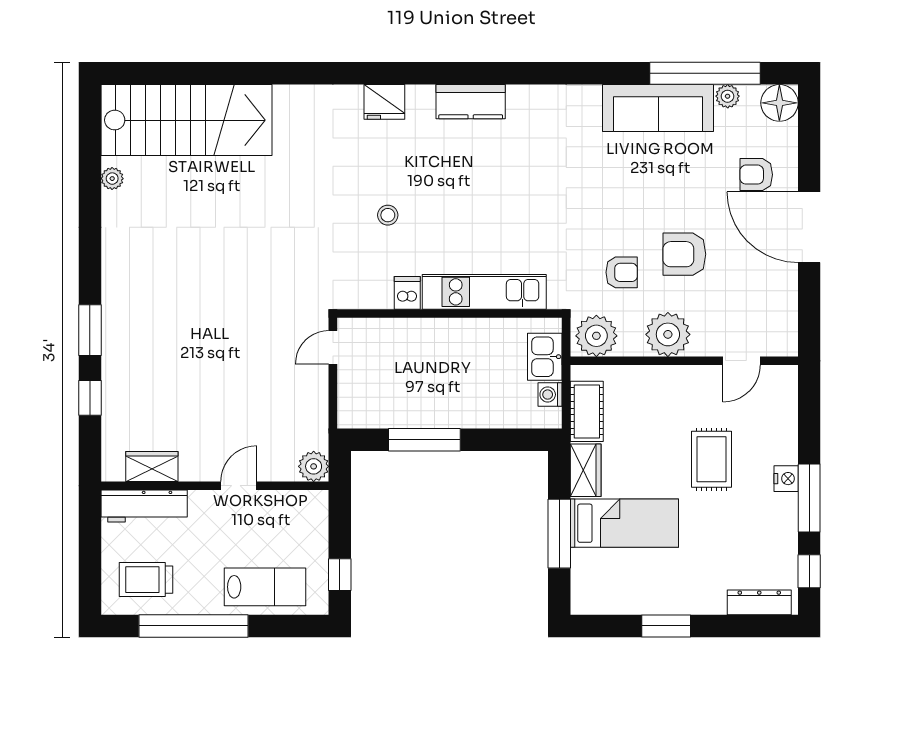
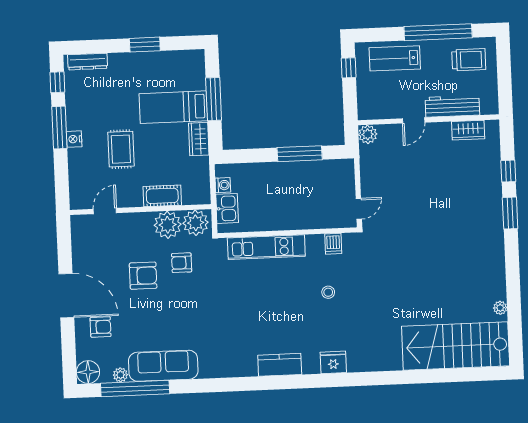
dishwasher: (407, 293) -> (333, 244), moved
plant: (668, 334) -> (168, 225), moved
cot: (587, 411) -> (162, 196), moved, turned 90
workbench: (144, 506) -> (452, 106), moved

